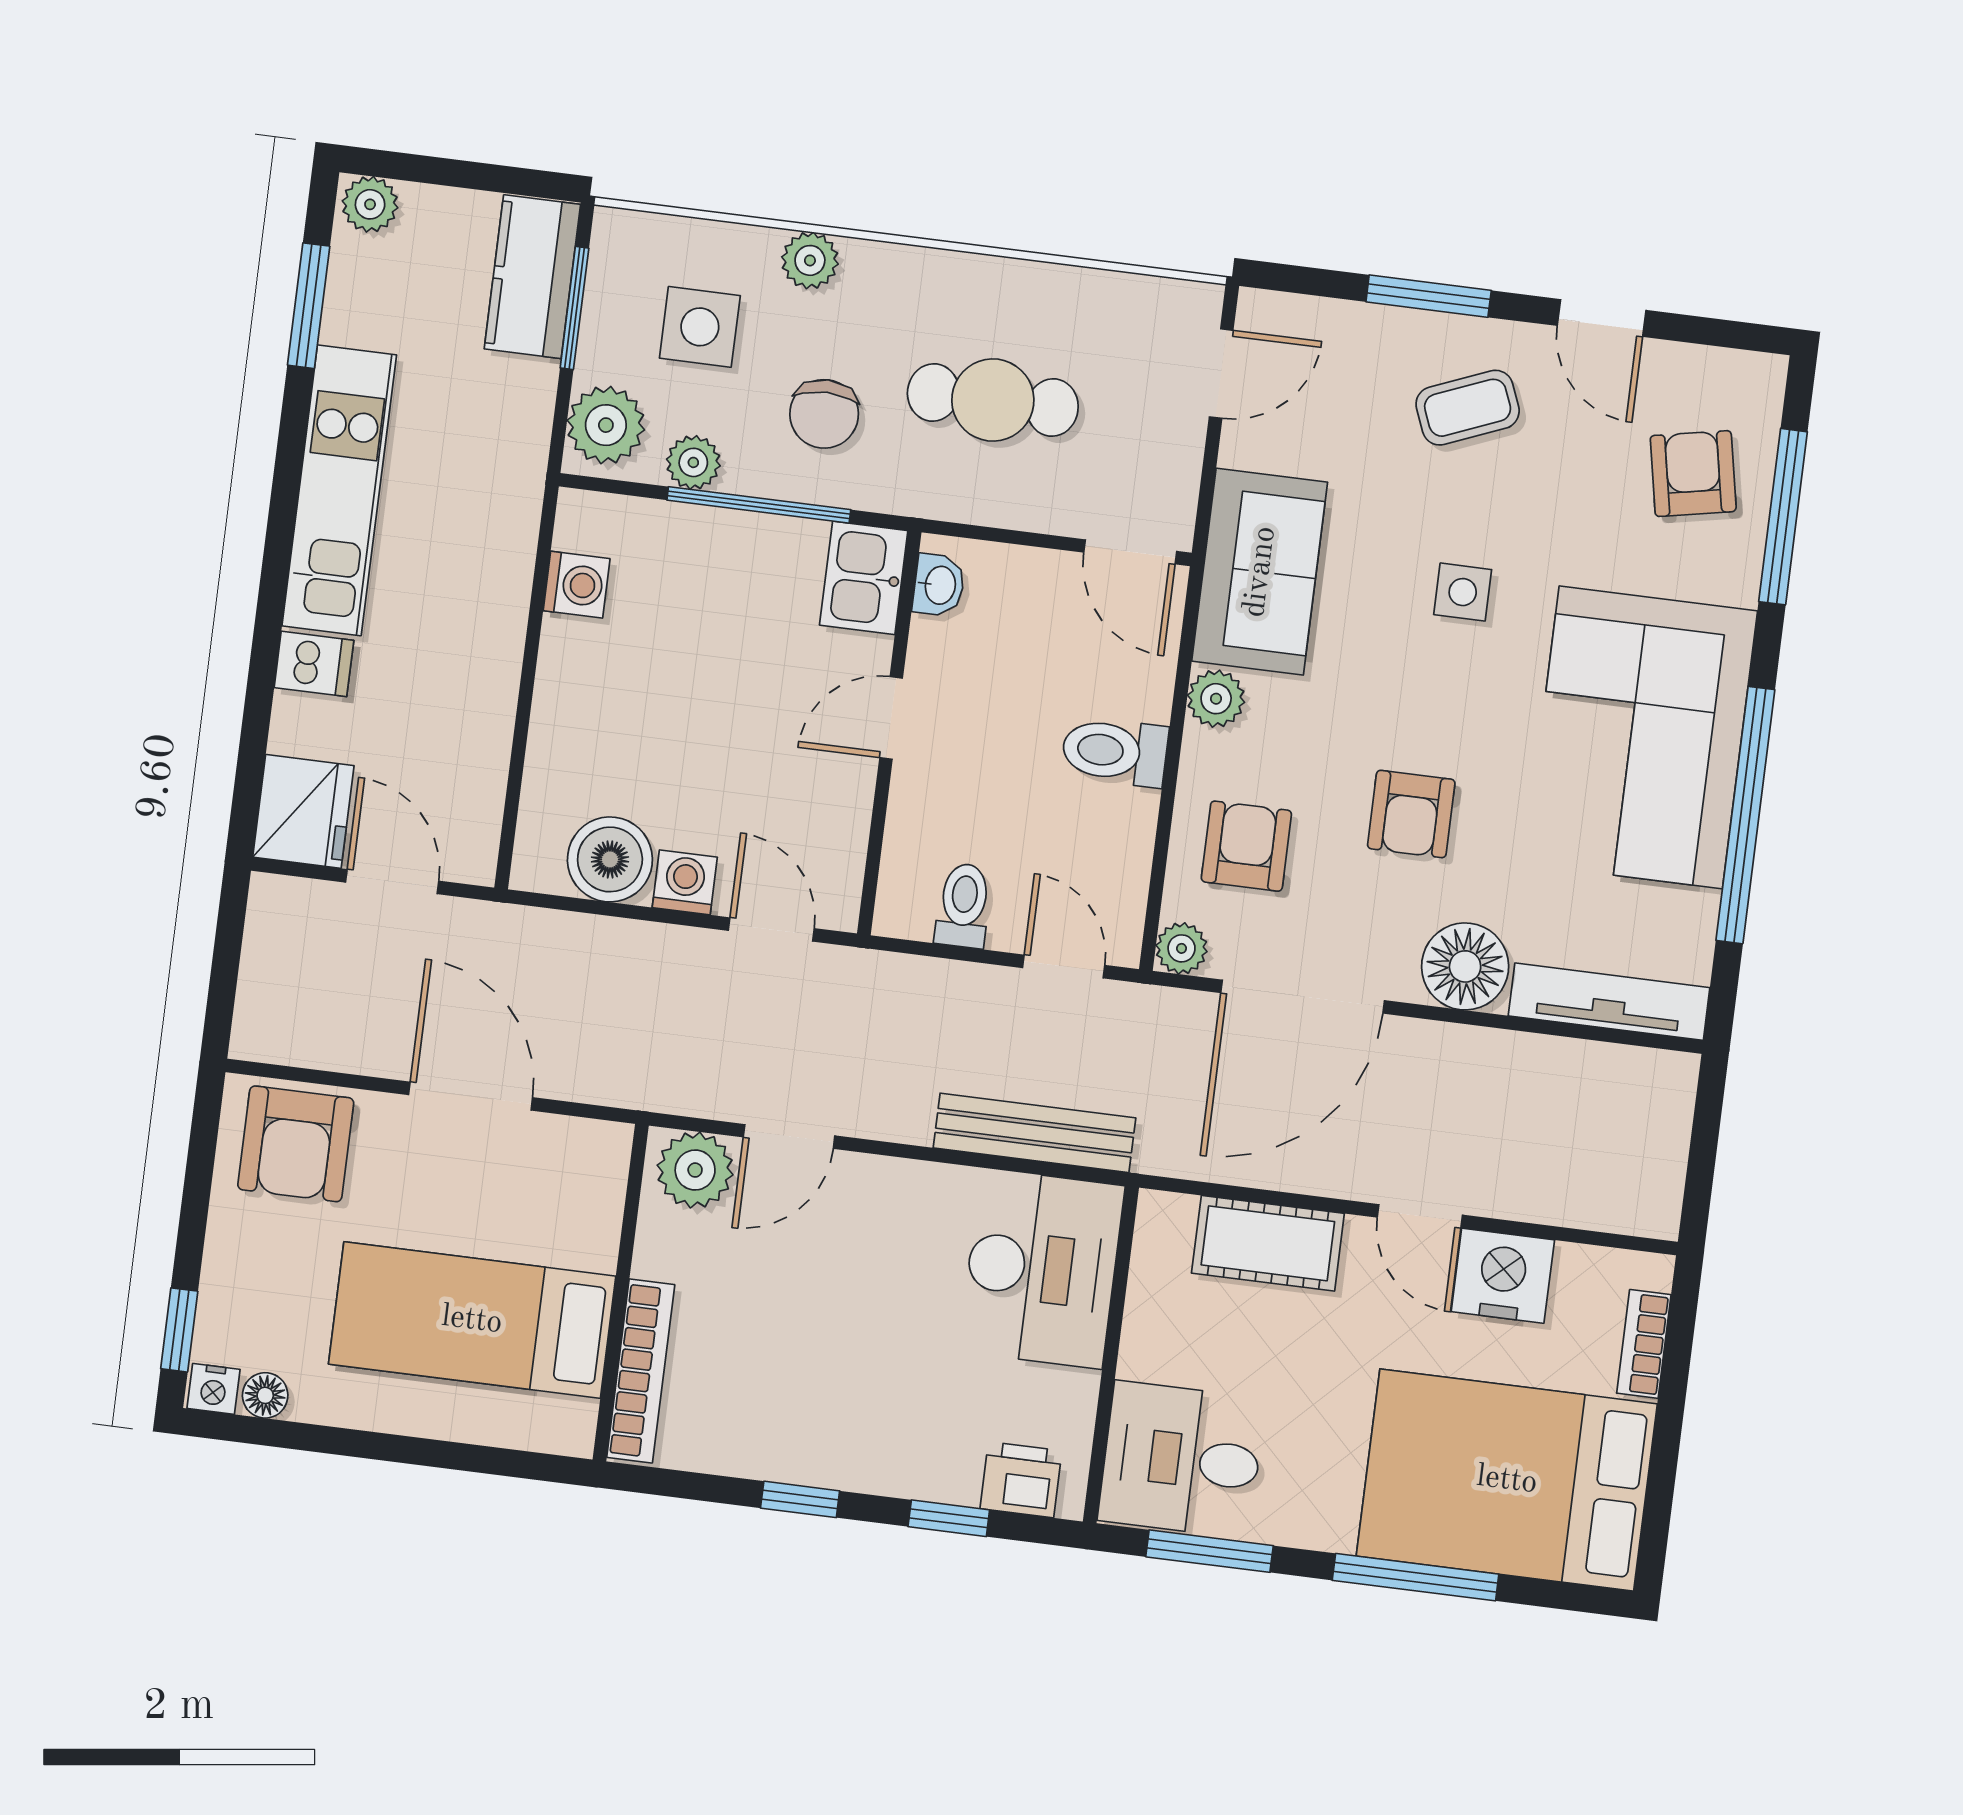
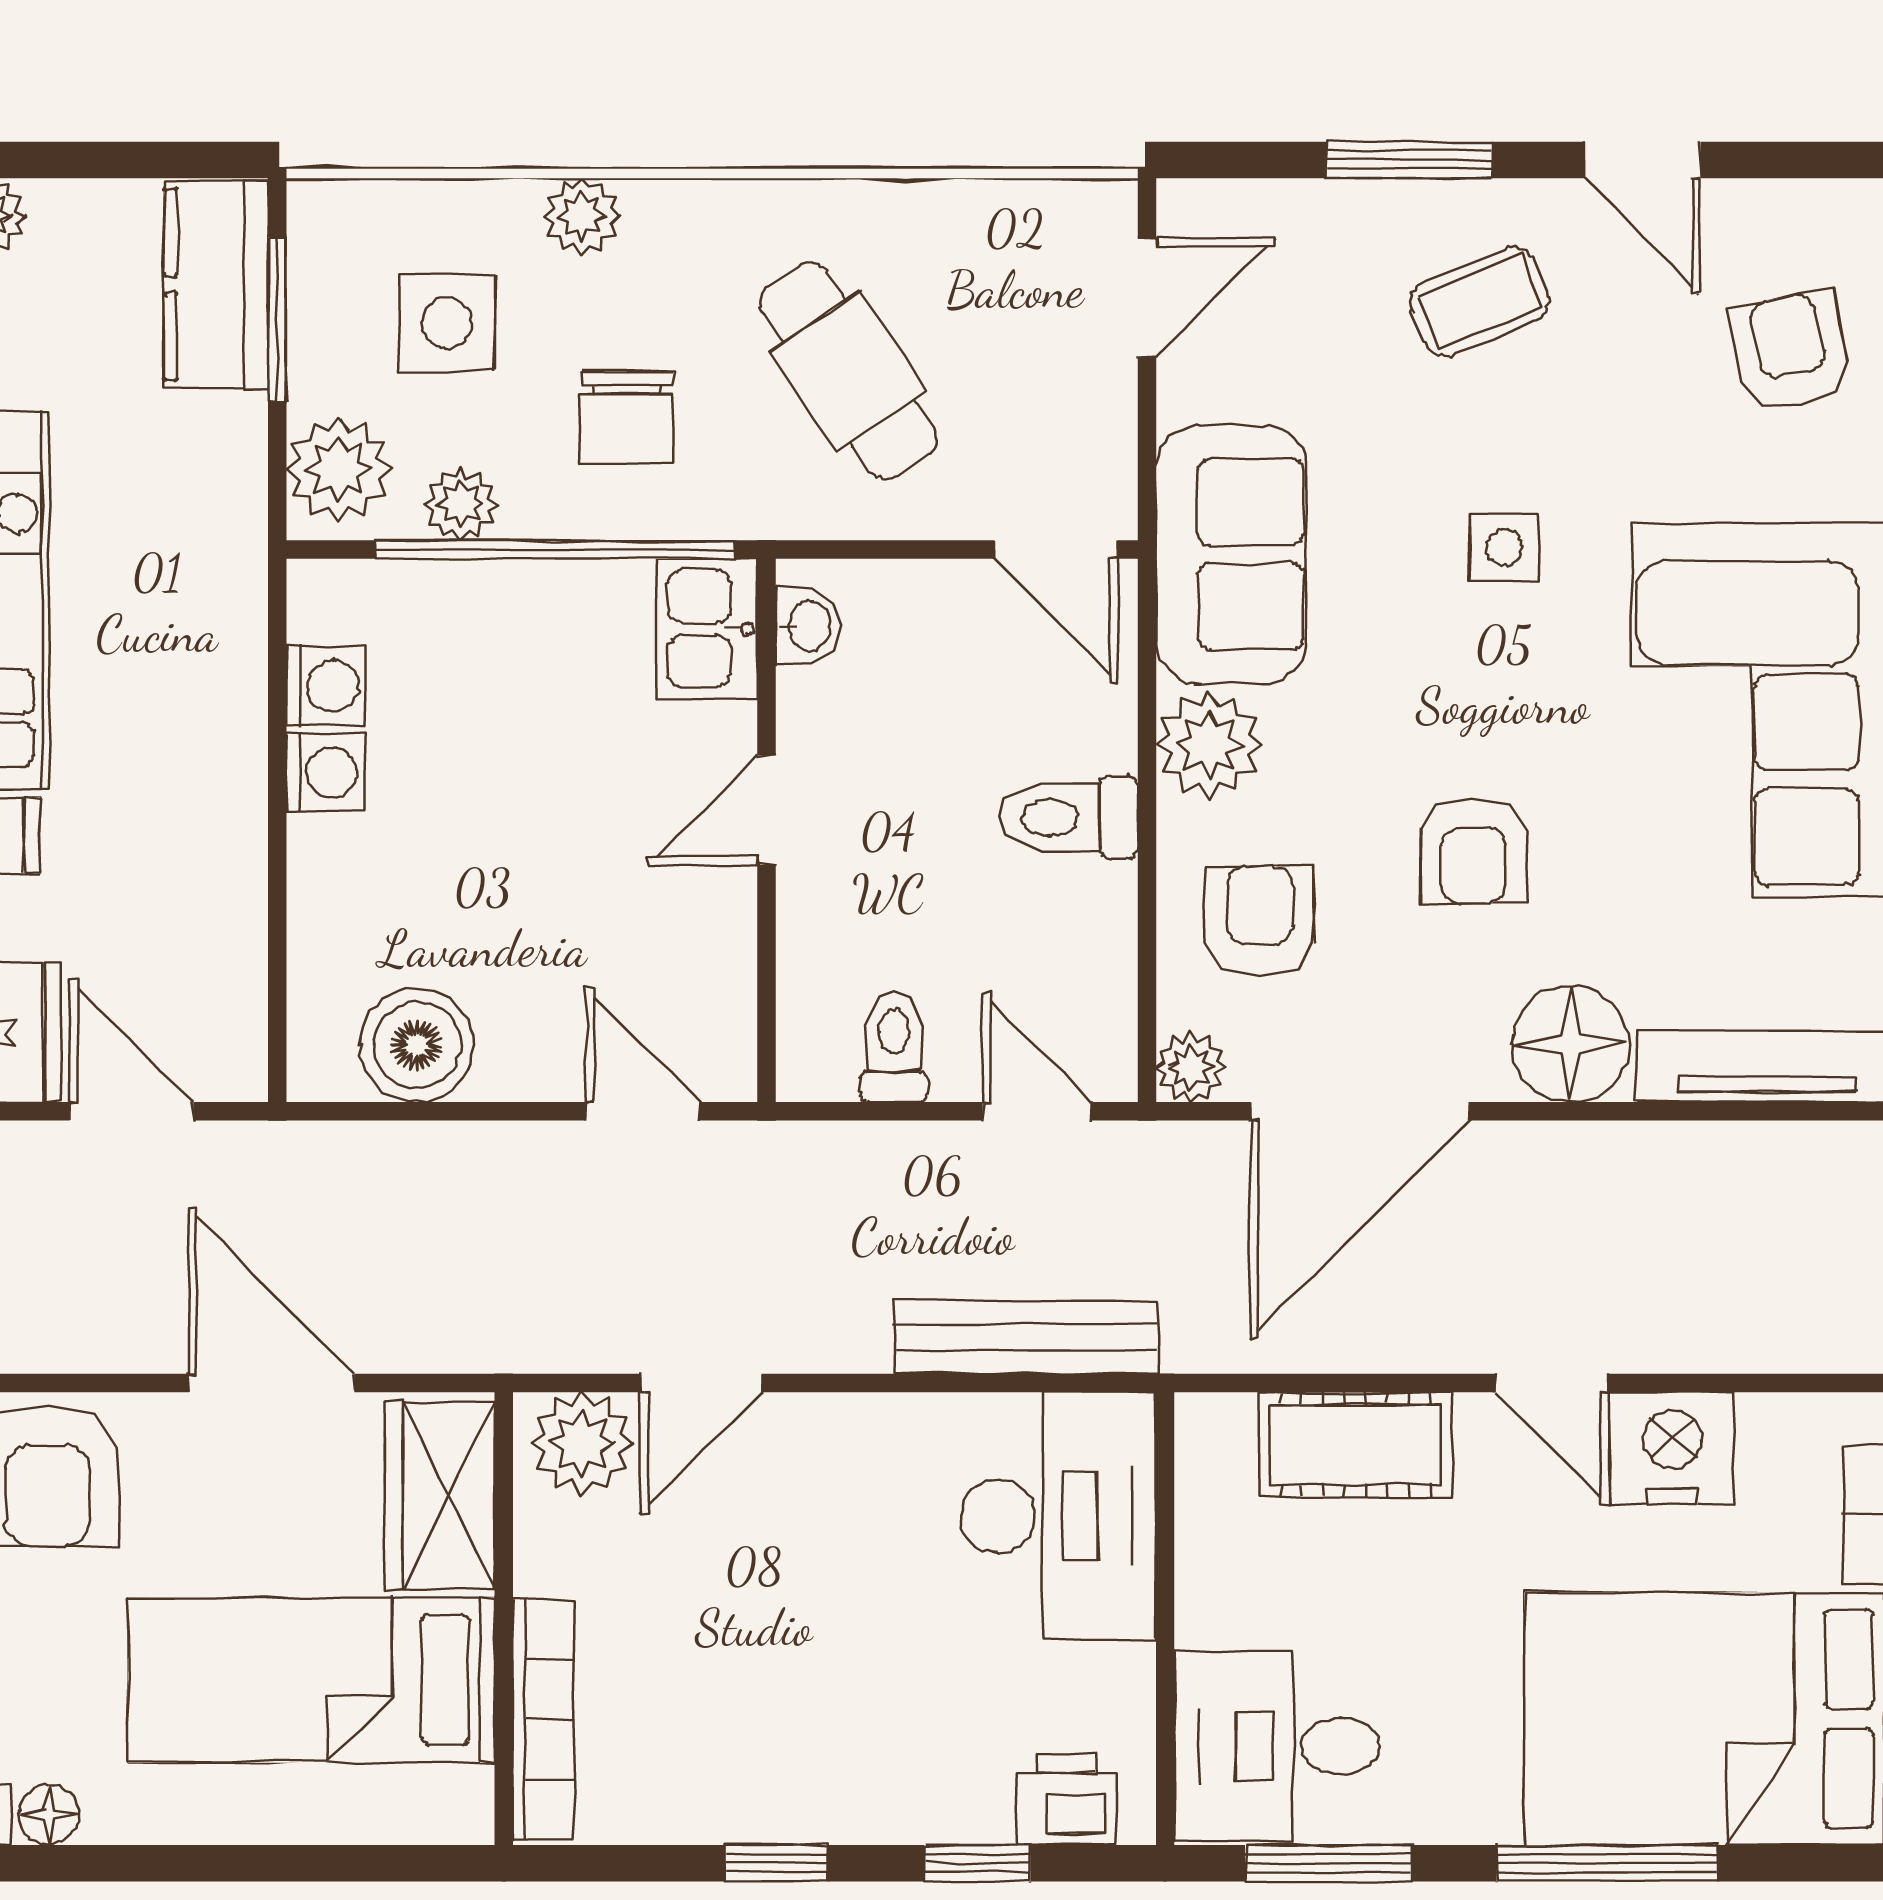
cafe table: (993, 400) -> (848, 371), turned 56
window: (759, 505) -> (555, 550), width x1.46
plant: (1216, 699) -> (1209, 745), width x1.38, depth x1.38
washing machine: (685, 882) -> (325, 772), moved, turned 90
wardrobe: (585, 1196) -> (440, 1496), added

